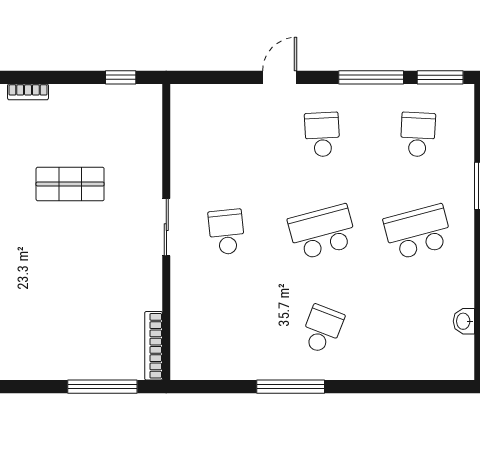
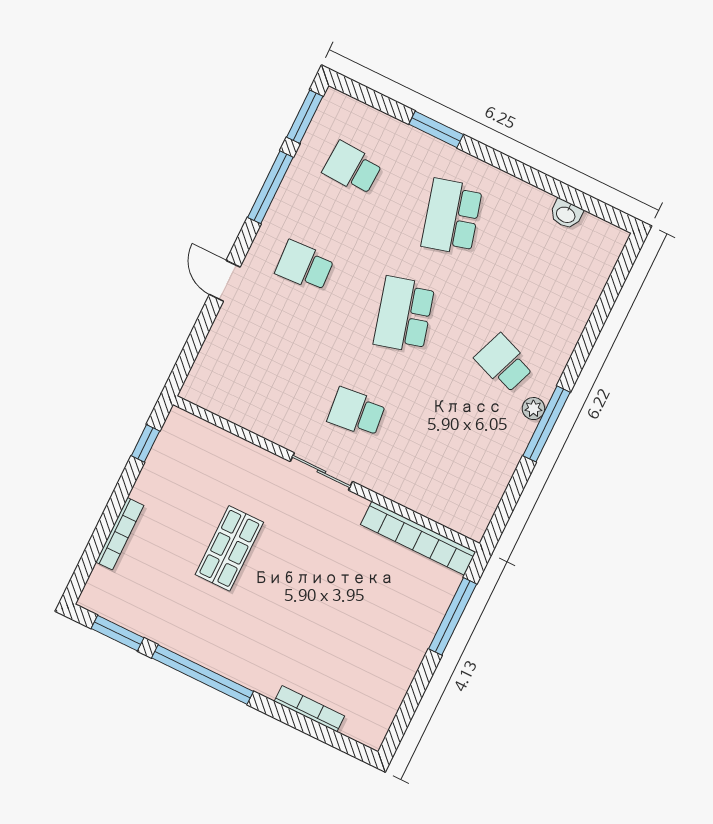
bookcase: (28, 92) -> (120, 534), width x1.56
bookcase: (154, 346) -> (418, 538), width x1.48, depth x1.31
plant: (298, 370) -> (533, 409), added

